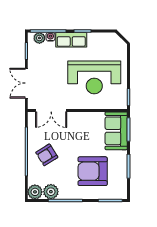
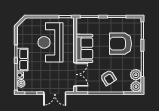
reception desk: (94, 77) -> (50, 42), turned 180
sofa: (116, 131) -> (84, 48), moved, turned -90
armchair: (93, 171) -> (121, 44), turned 90

